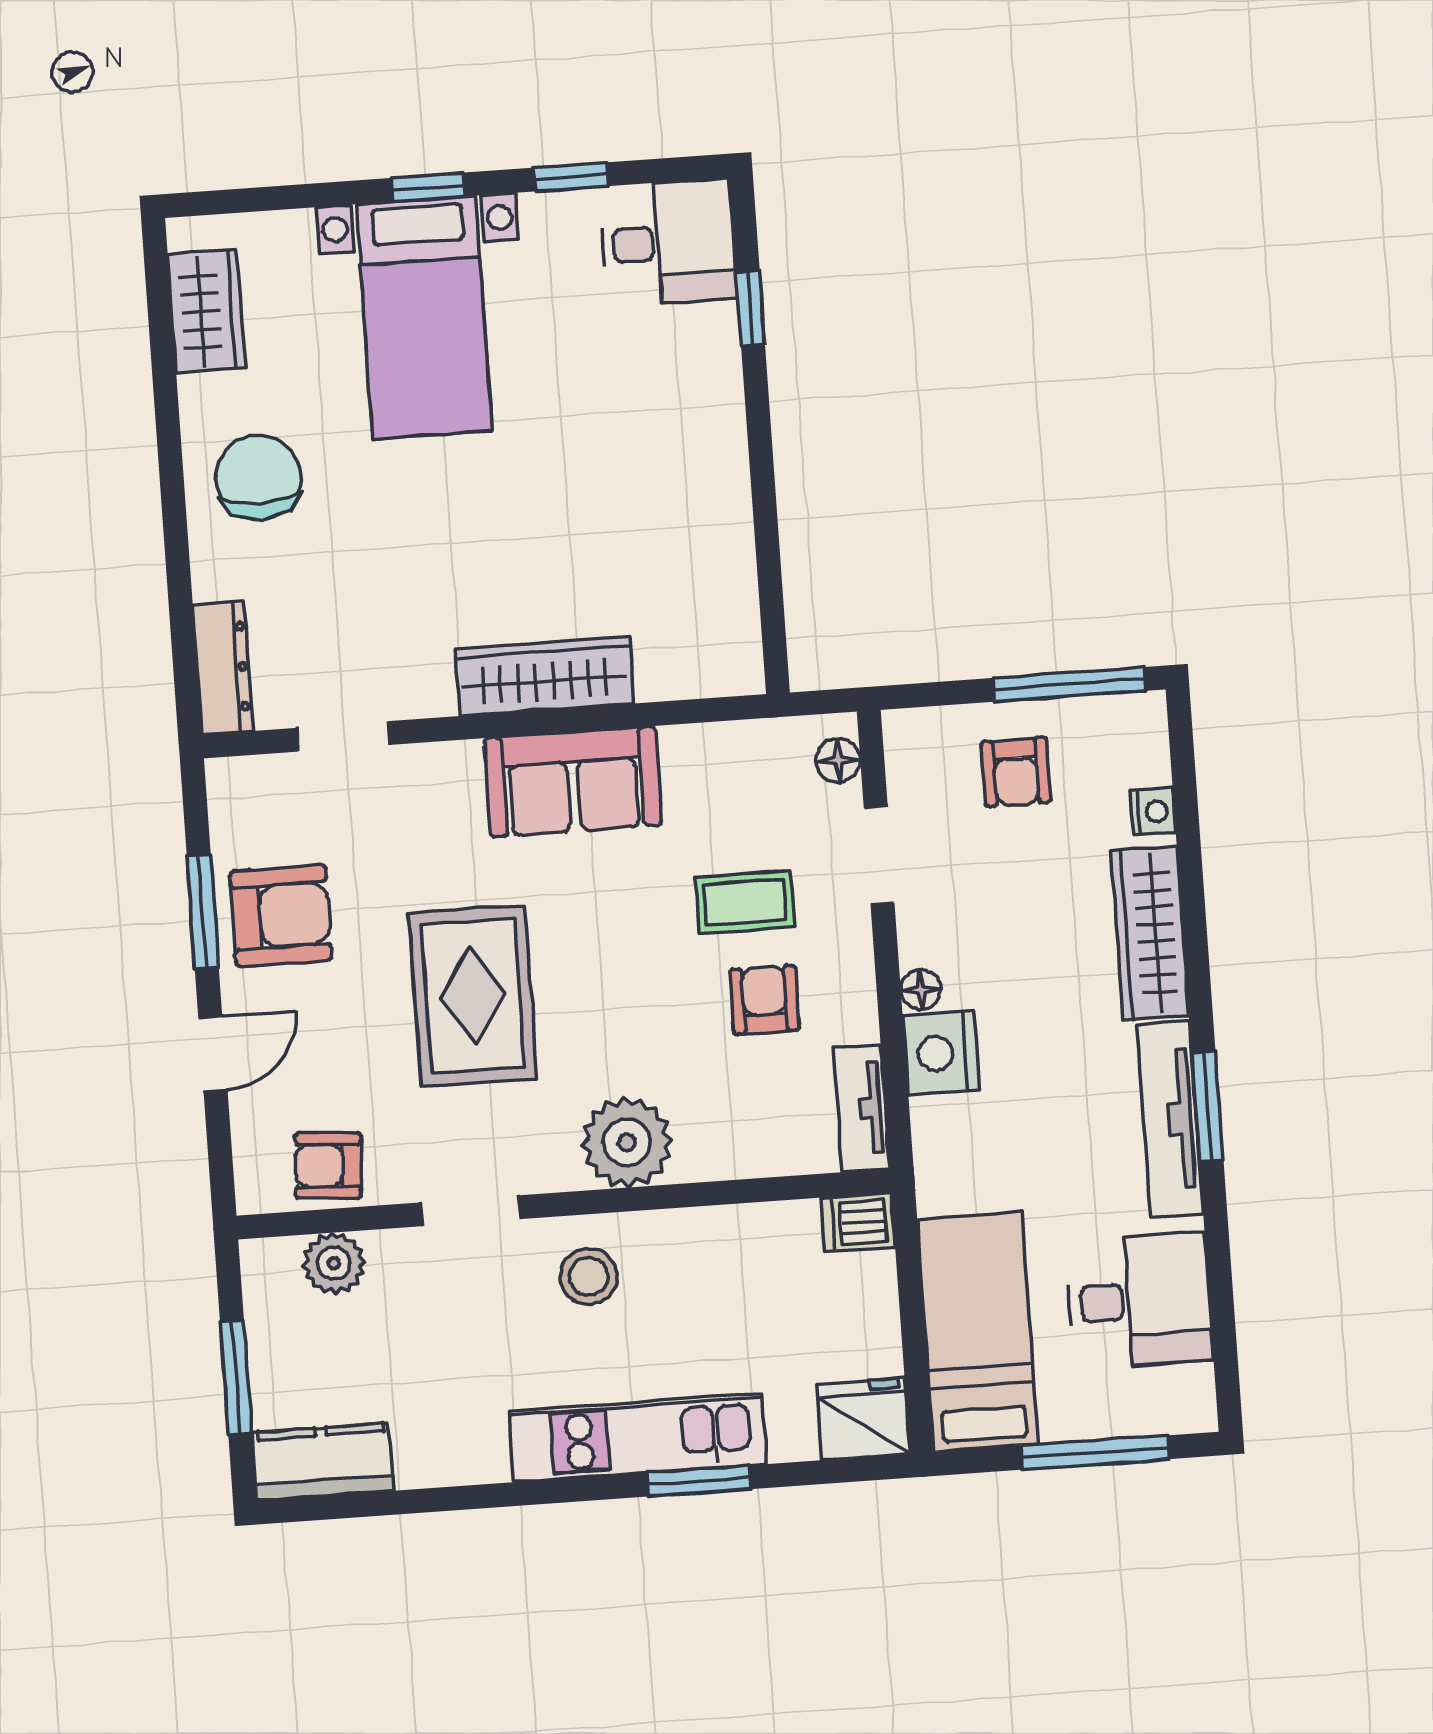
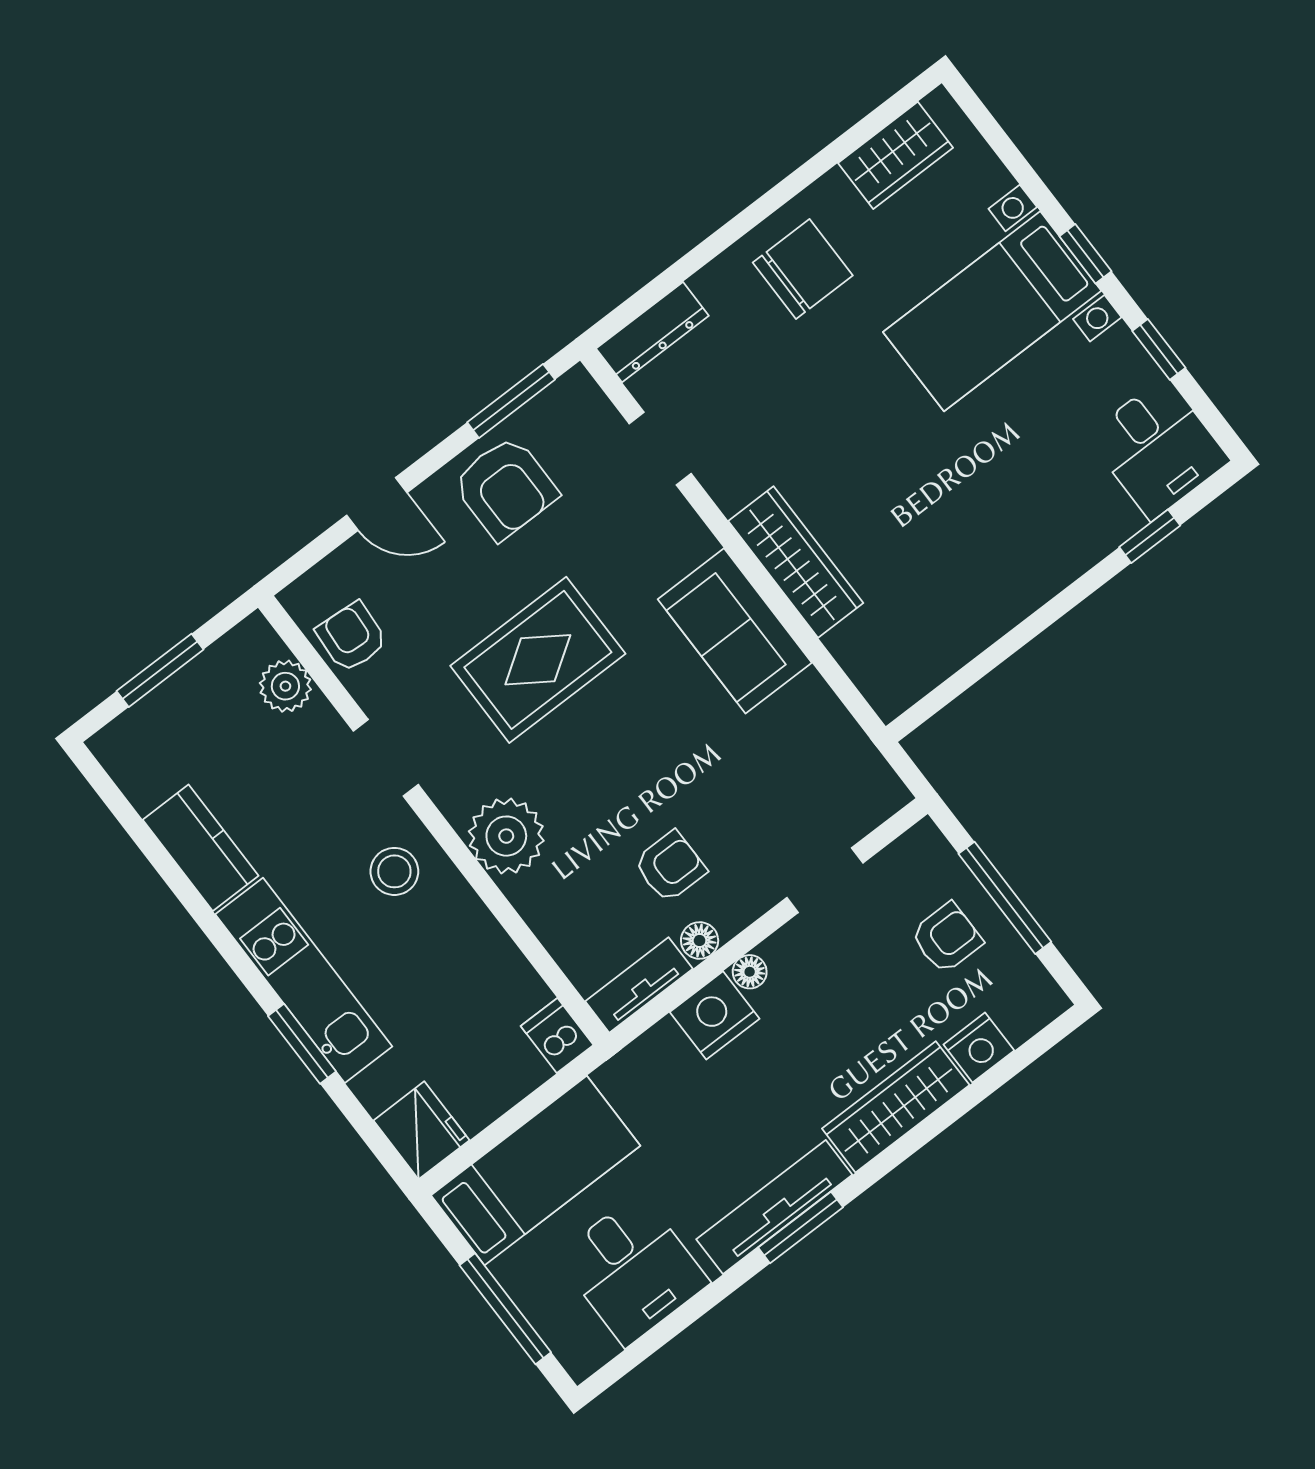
window: (1069, 684) -> (1005, 898), moved
floor lamp: (838, 760) -> (700, 940), moved
armchair: (1016, 772) -> (947, 938), turned 180
nightstand: (1153, 811) -> (979, 1048), width x1.39, depth x1.35
coffee table: (745, 902) -> (730, 808), removed
window: (203, 912) -> (511, 401), moved
kitchen counter: (323, 1462) -> (201, 848), moved

